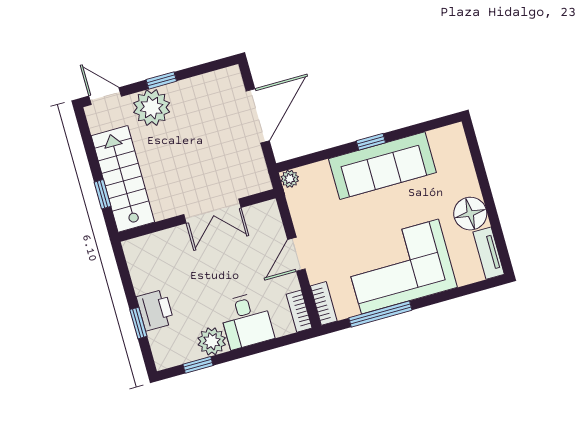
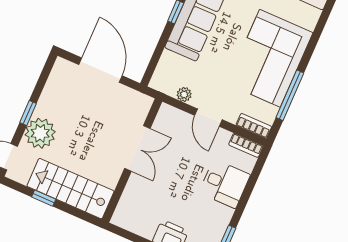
plant: (290, 179) -> (184, 94), moved
window: (102, 194) -> (44, 198), moved
plant: (212, 341) -> (220, 217), removed

